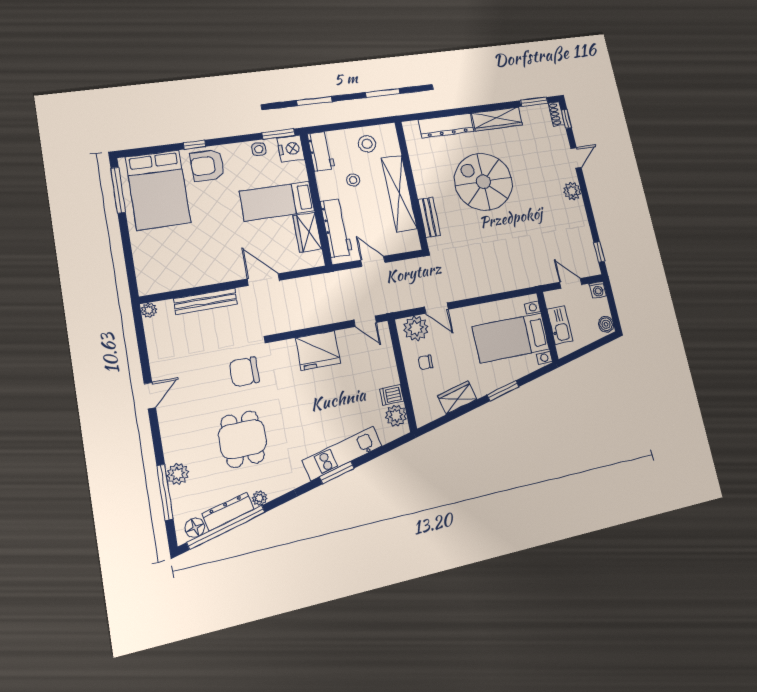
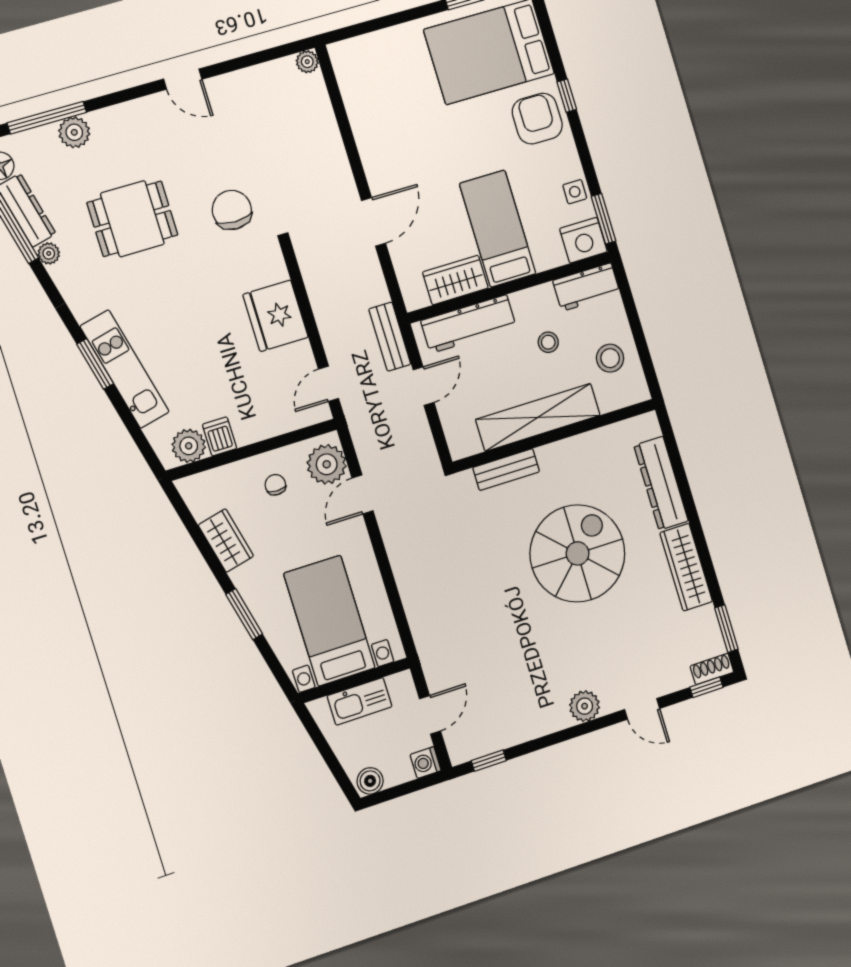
bench: (206, 301) -> (390, 337), moved, width x0.73

